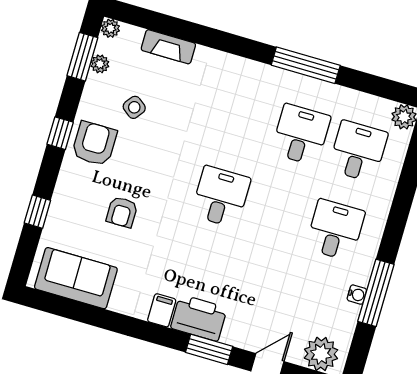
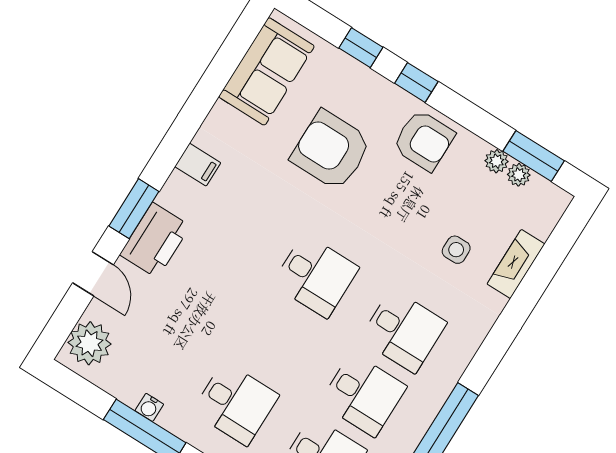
plant: (110, 28) -> (497, 161), moved
side table: (134, 107) -> (456, 250), moved, turned -37
desk: (244, 118) -> (403, 331), added
window: (60, 133) -> (416, 82), moved
armchair: (122, 212) -> (331, 150), width x1.88, depth x1.88
printer: (199, 318) -> (155, 240), moved

